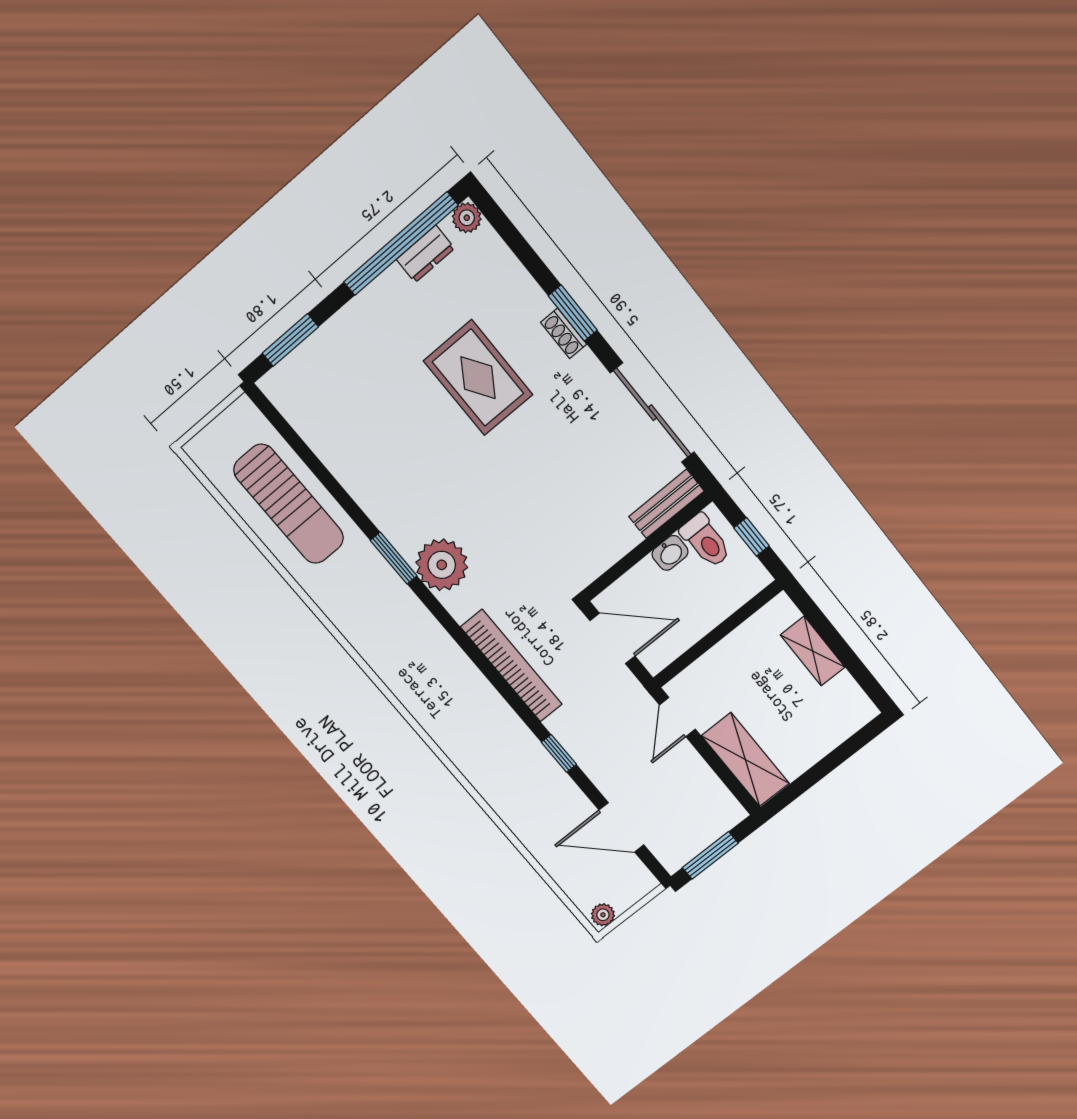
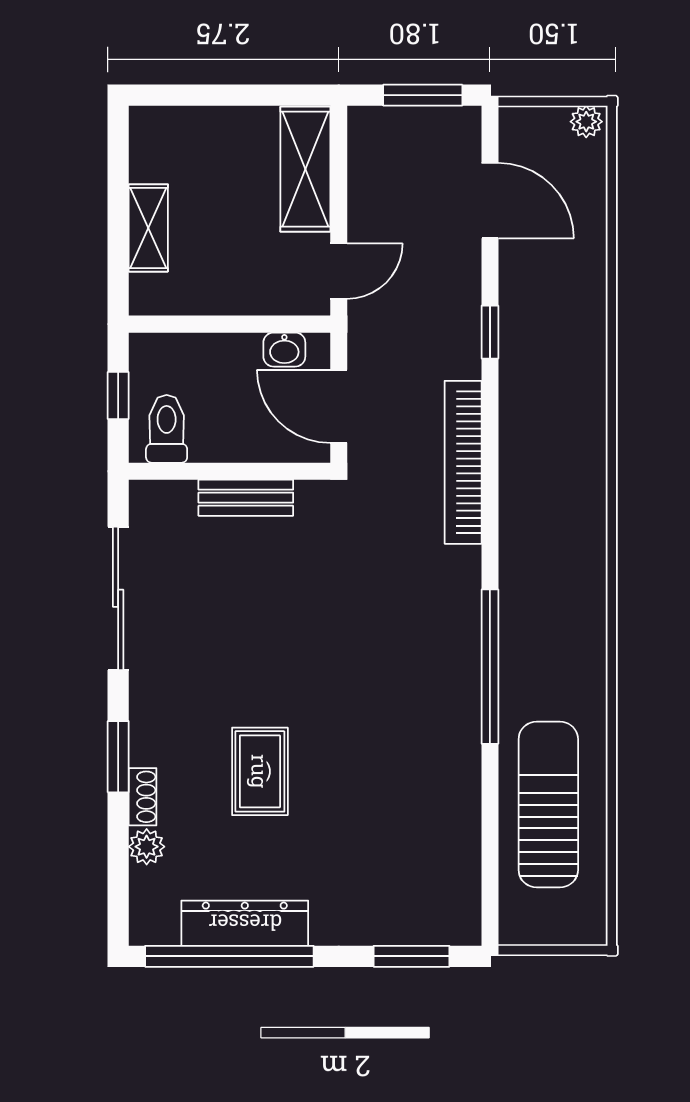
plant: (467, 218) -> (147, 847), moved
dresser: (425, 254) -> (245, 923), width x1.96, depth x1.24
shoe rack: (564, 333) -> (143, 797), moved
rug: (478, 378) -> (260, 771), width x0.73, depth x0.70
bench: (666, 504) -> (246, 498), moved
washbasin: (670, 553) -> (284, 350), moved, turned 180
window: (394, 558) -> (490, 667), width x2.11
plant: (442, 565) -> (448, 621), removed

